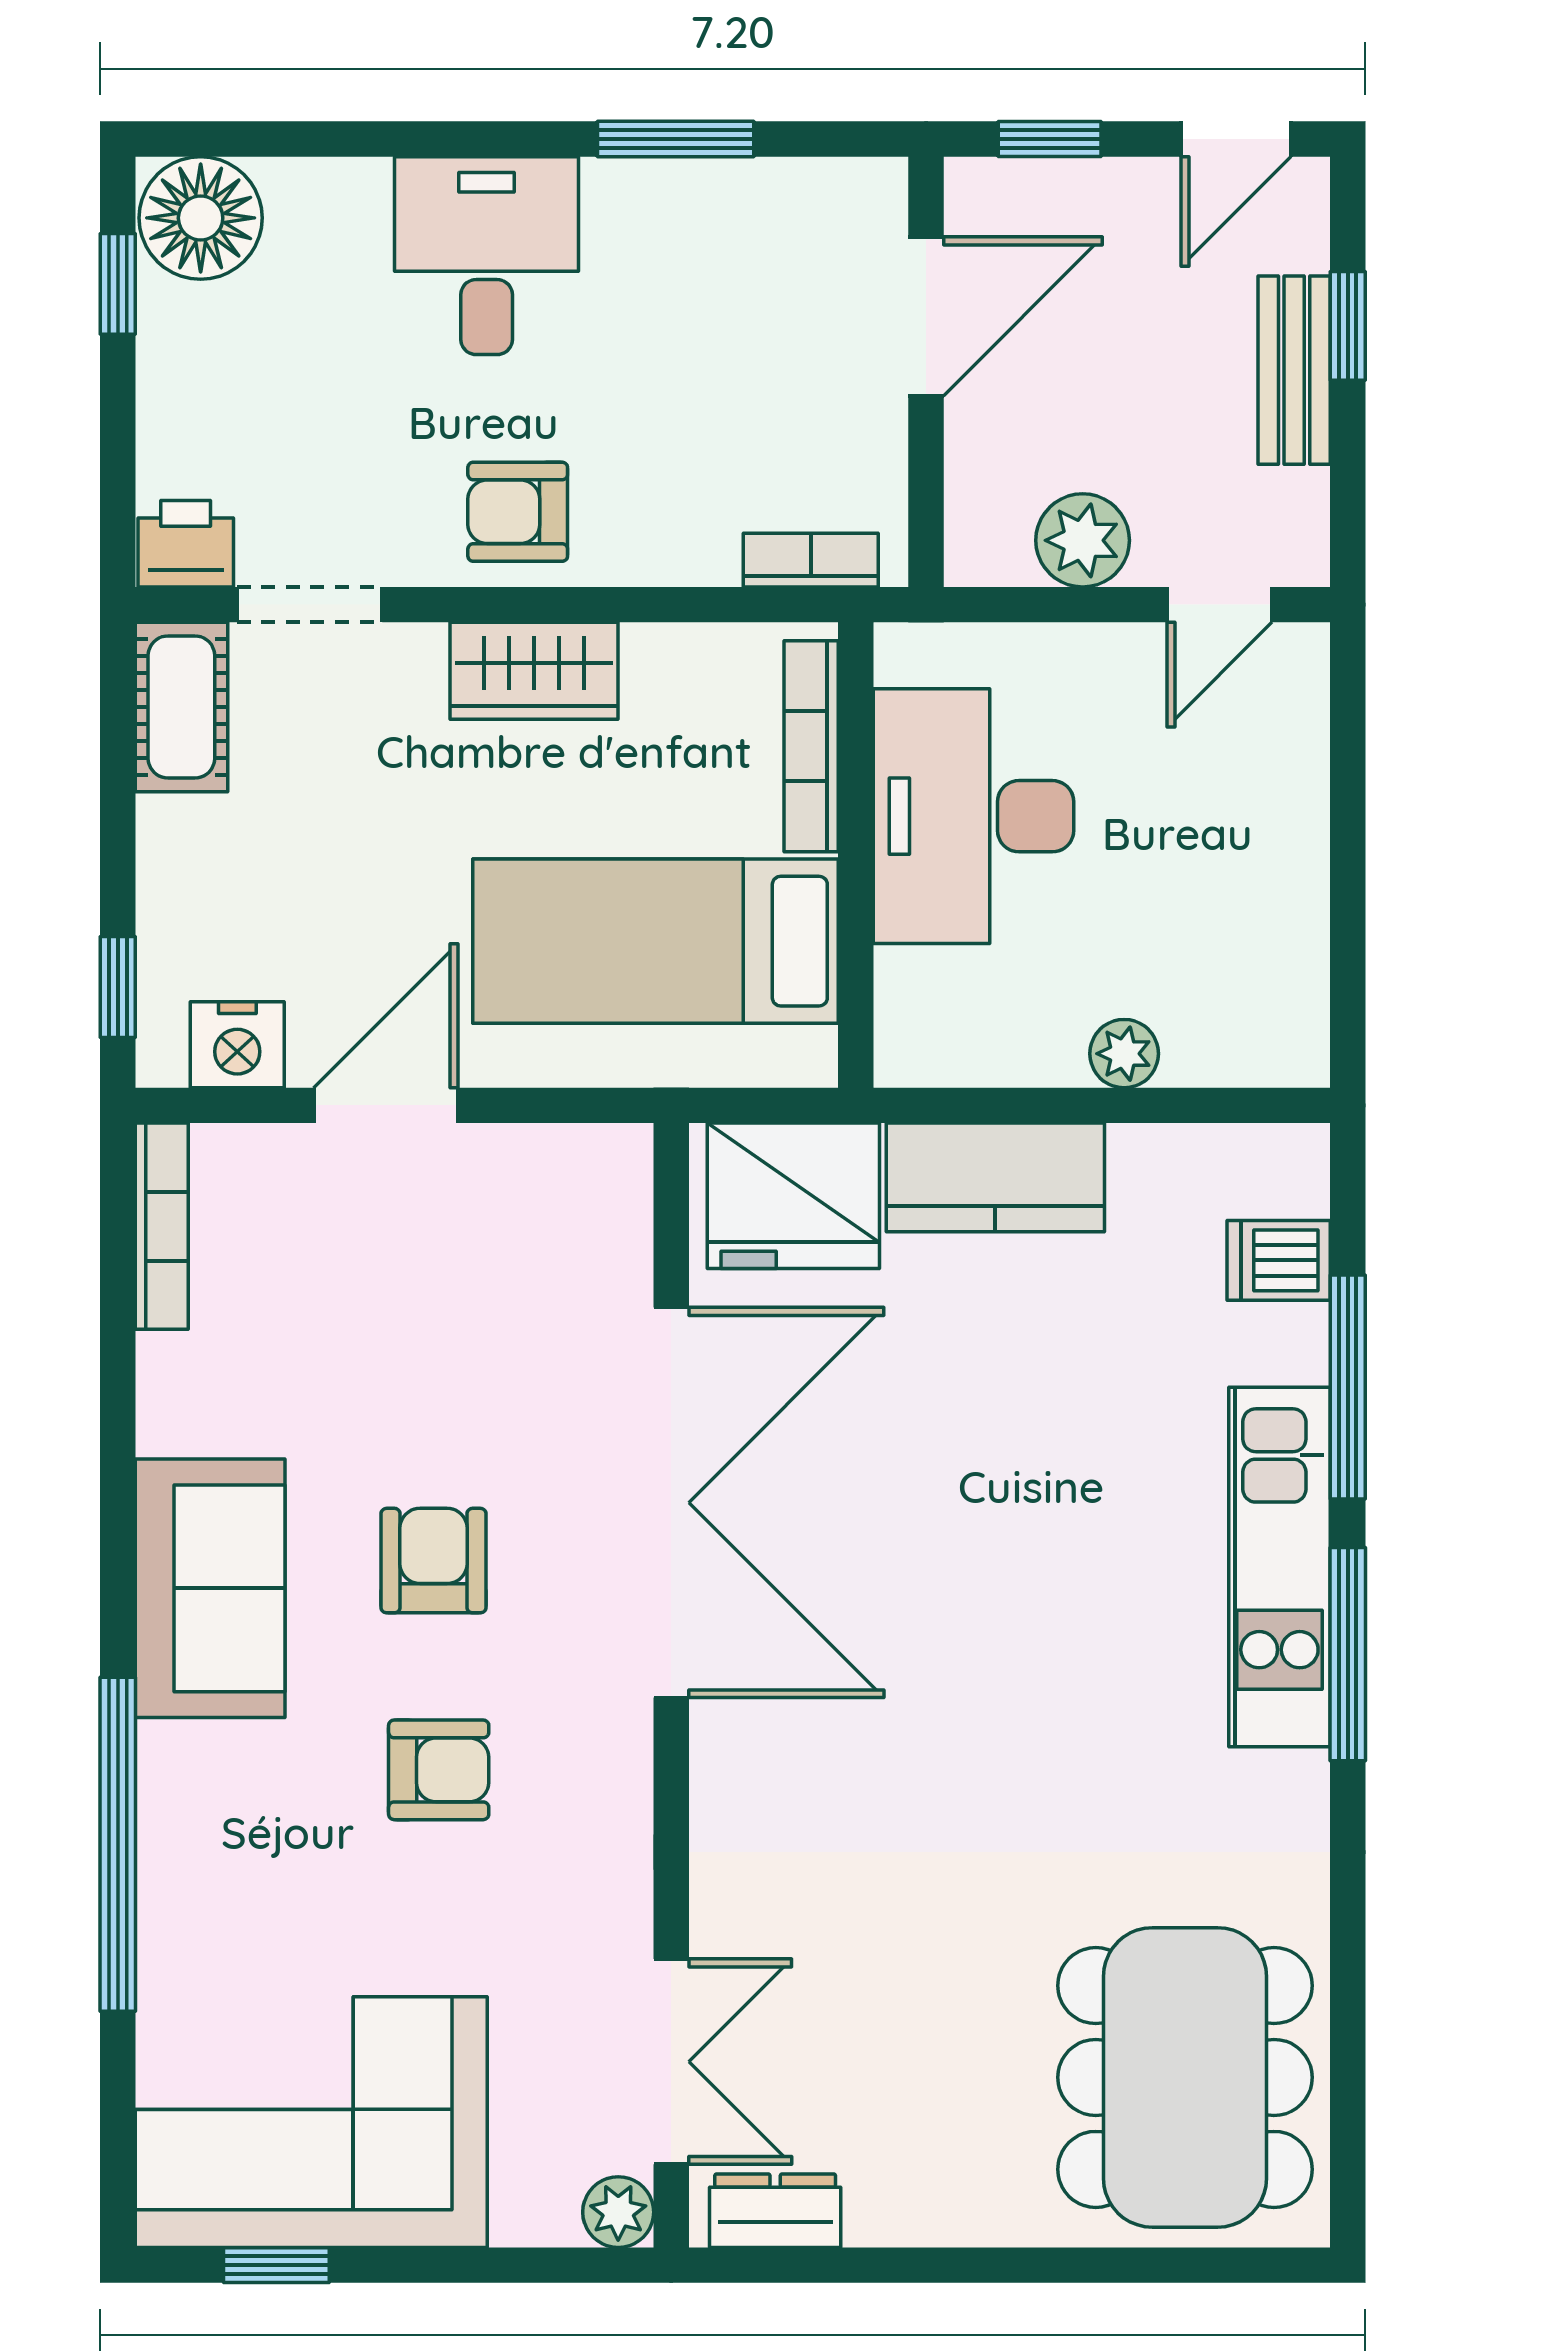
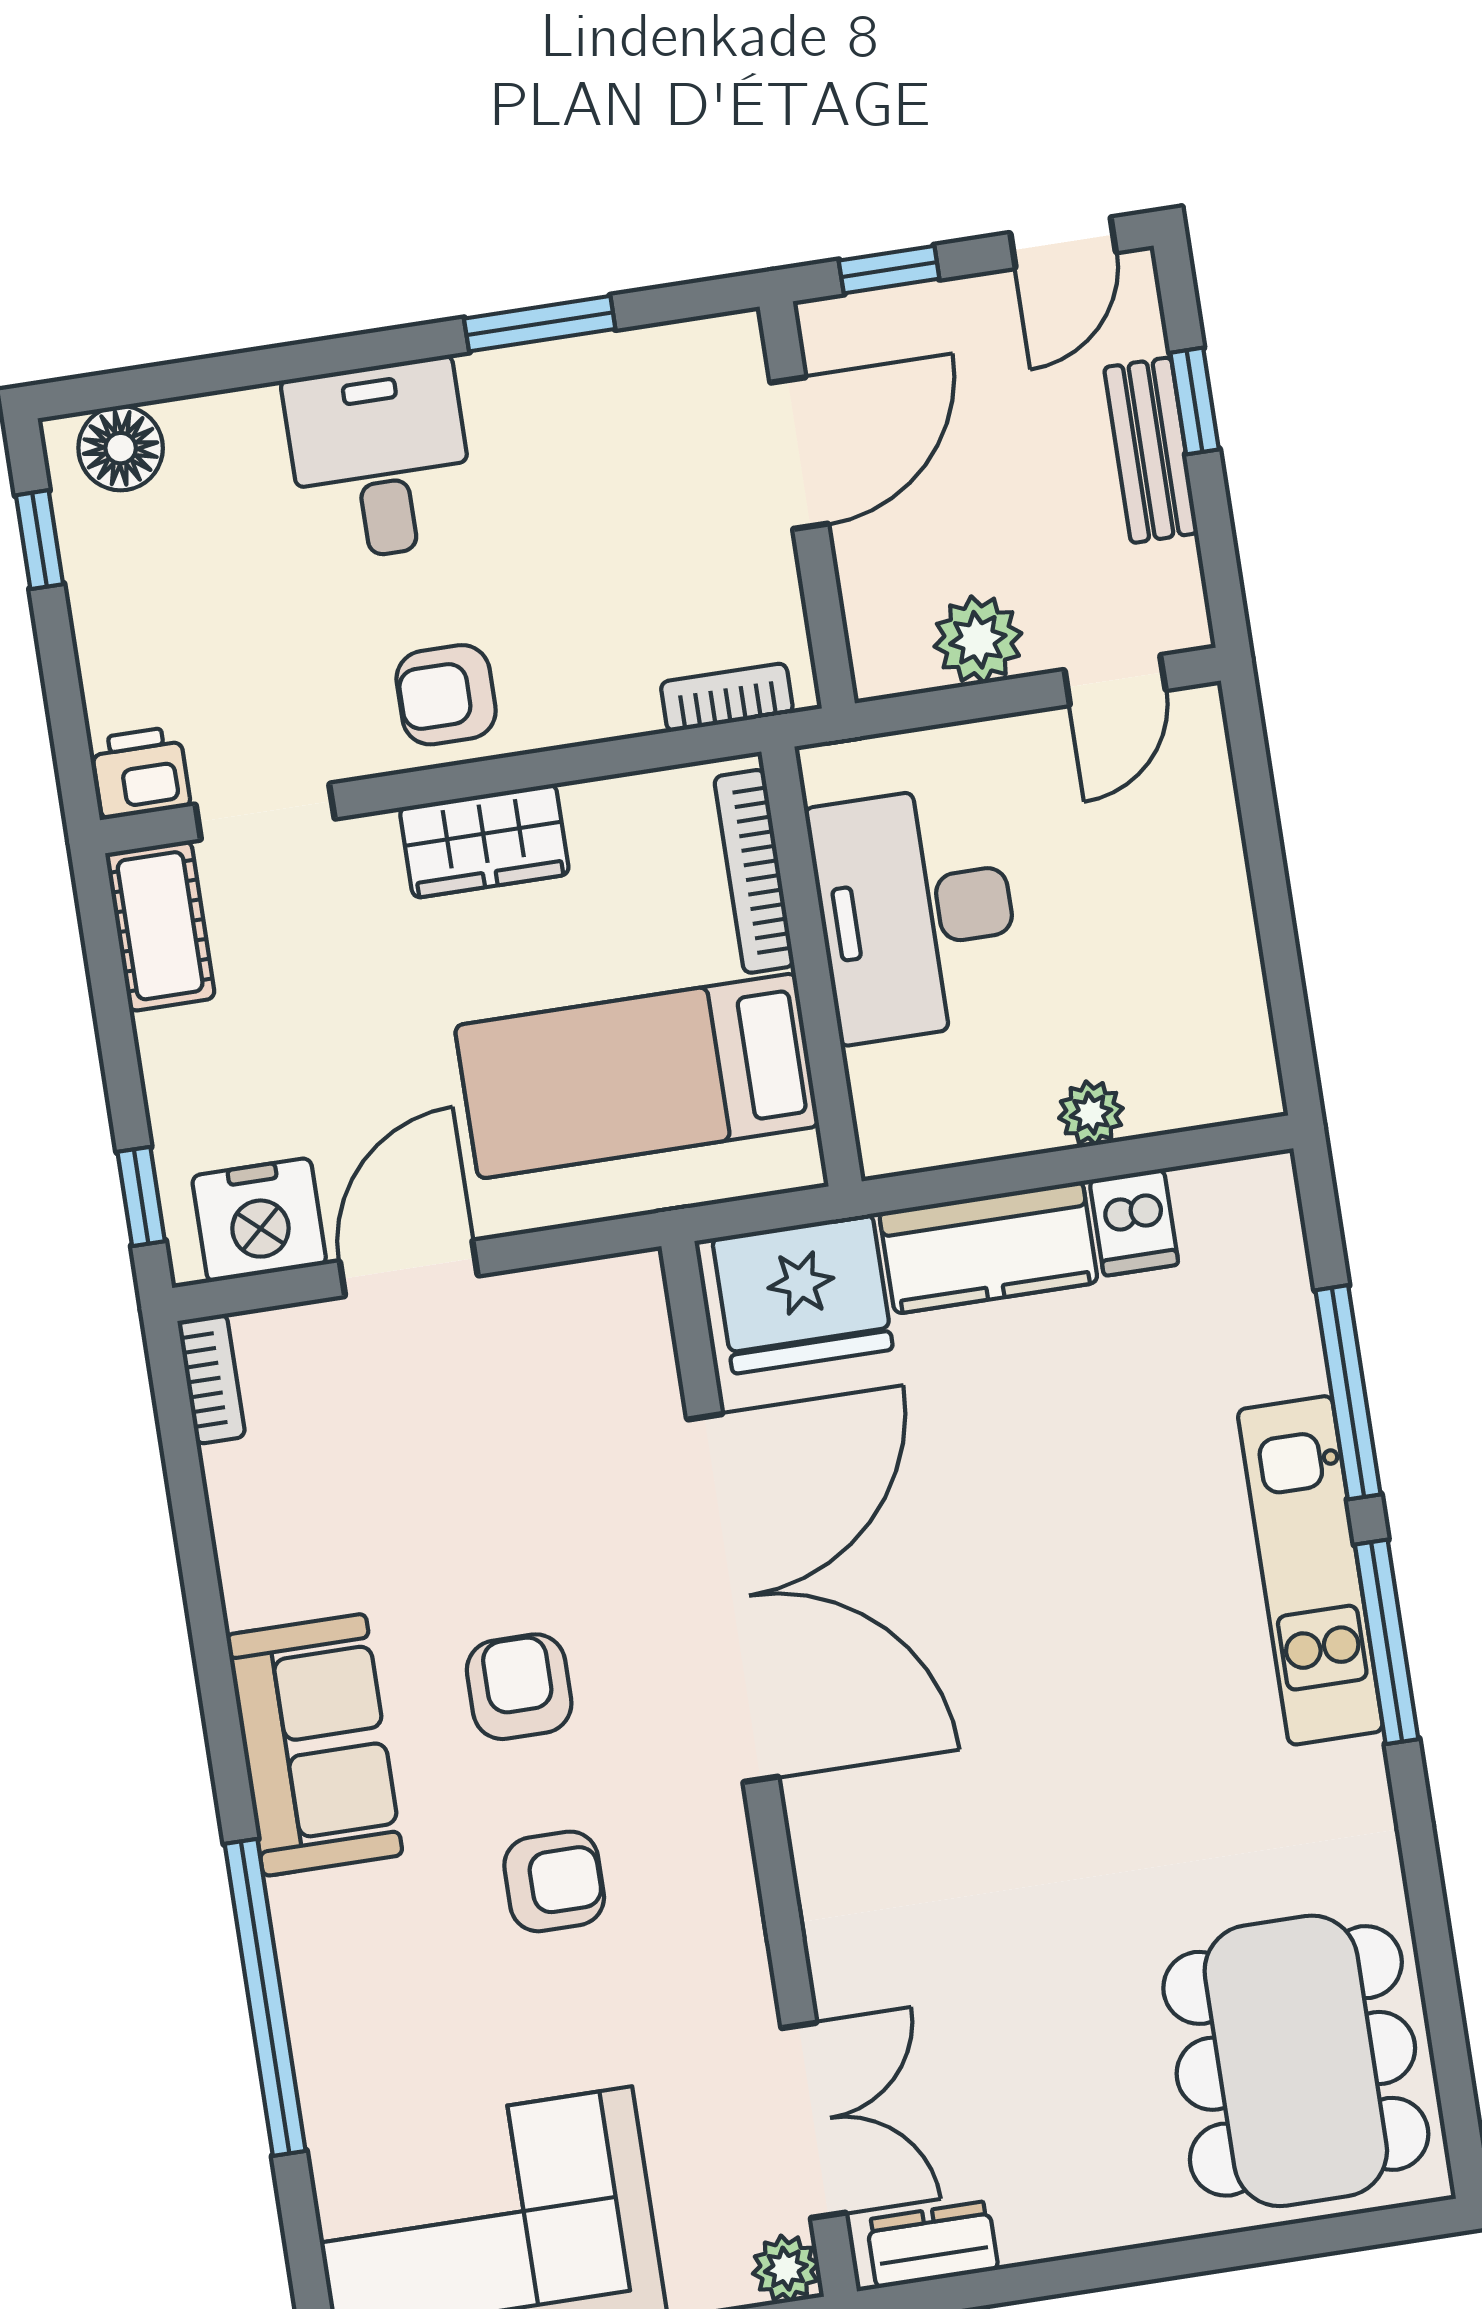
floor lamp: (201, 218) -> (121, 448), width x0.73, depth x0.73
nightstand: (237, 1045) -> (259, 1220), width x1.36, depth x1.33
bookcase: (162, 1226) -> (211, 1379), width x0.64
dishwasher: (1279, 1260) -> (1134, 1222), moved, turned -90

